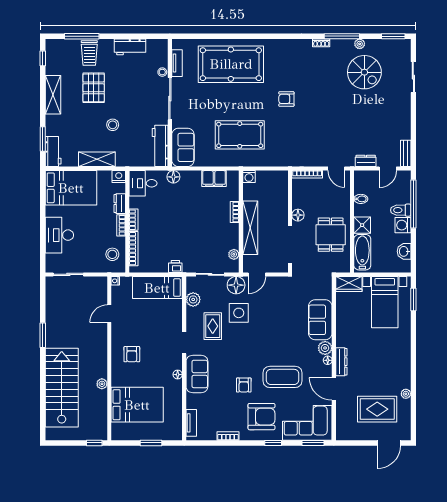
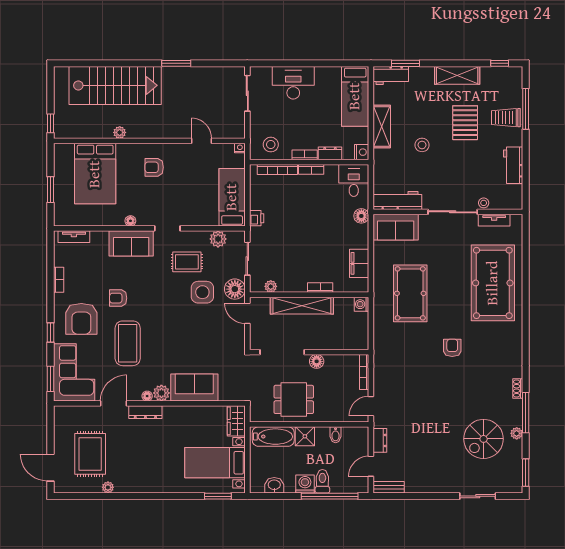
pallet: (94, 88) -> (465, 123), turned 90
door: (388, 169) -> (371, 466), hinge flipped
bed: (71, 188) -> (355, 96), width x0.67

